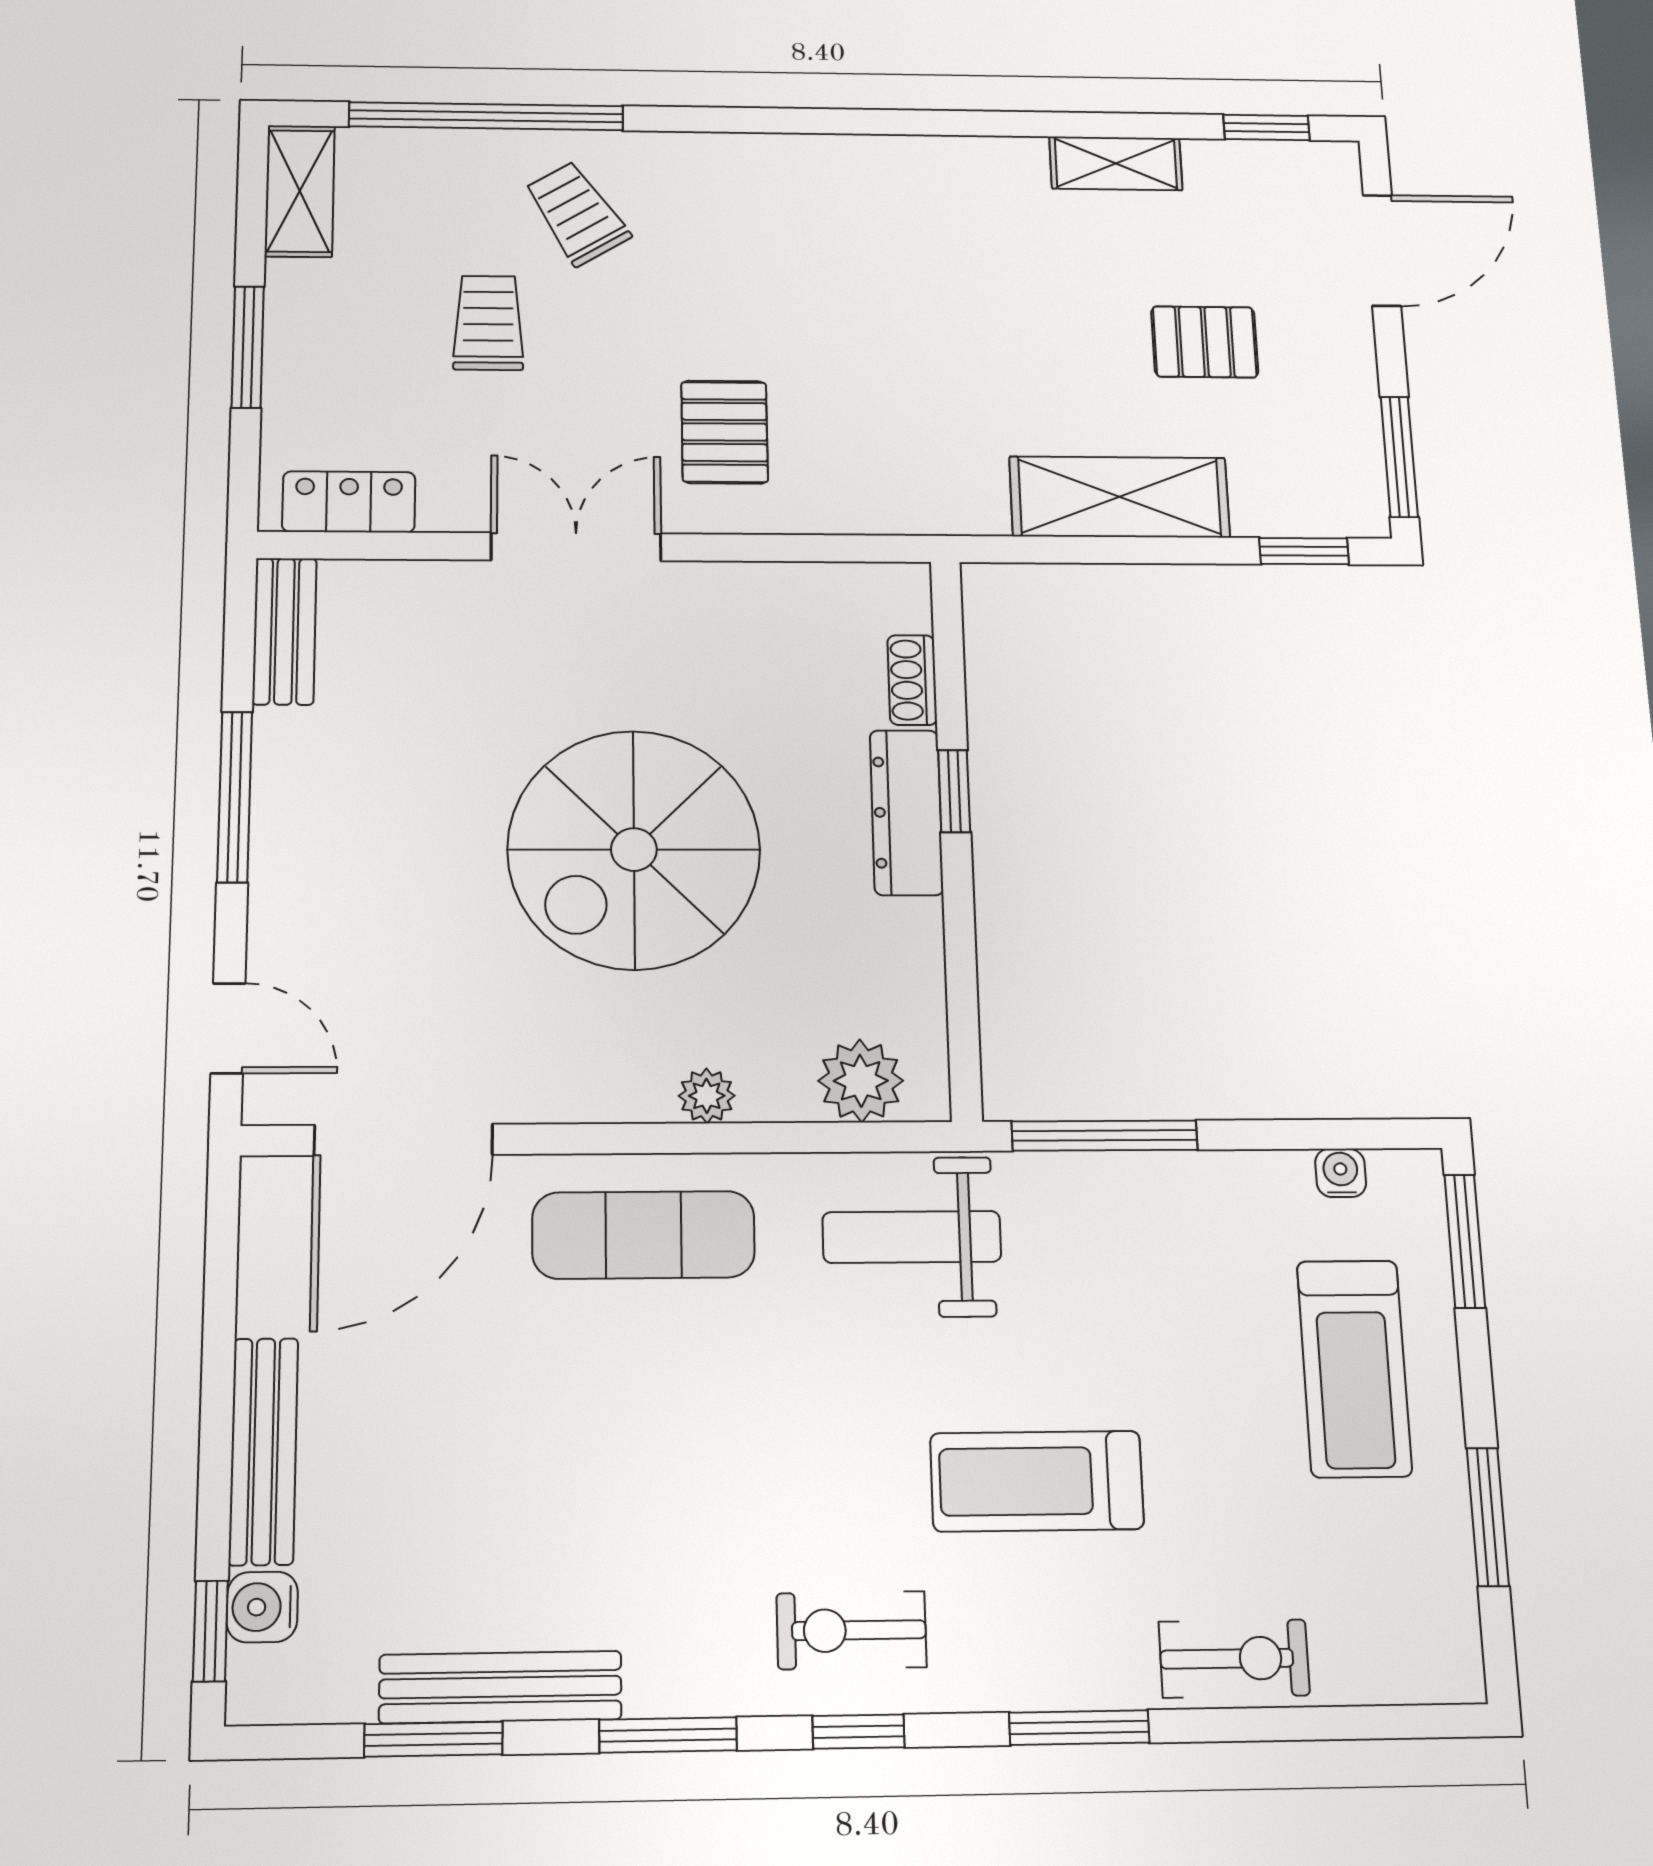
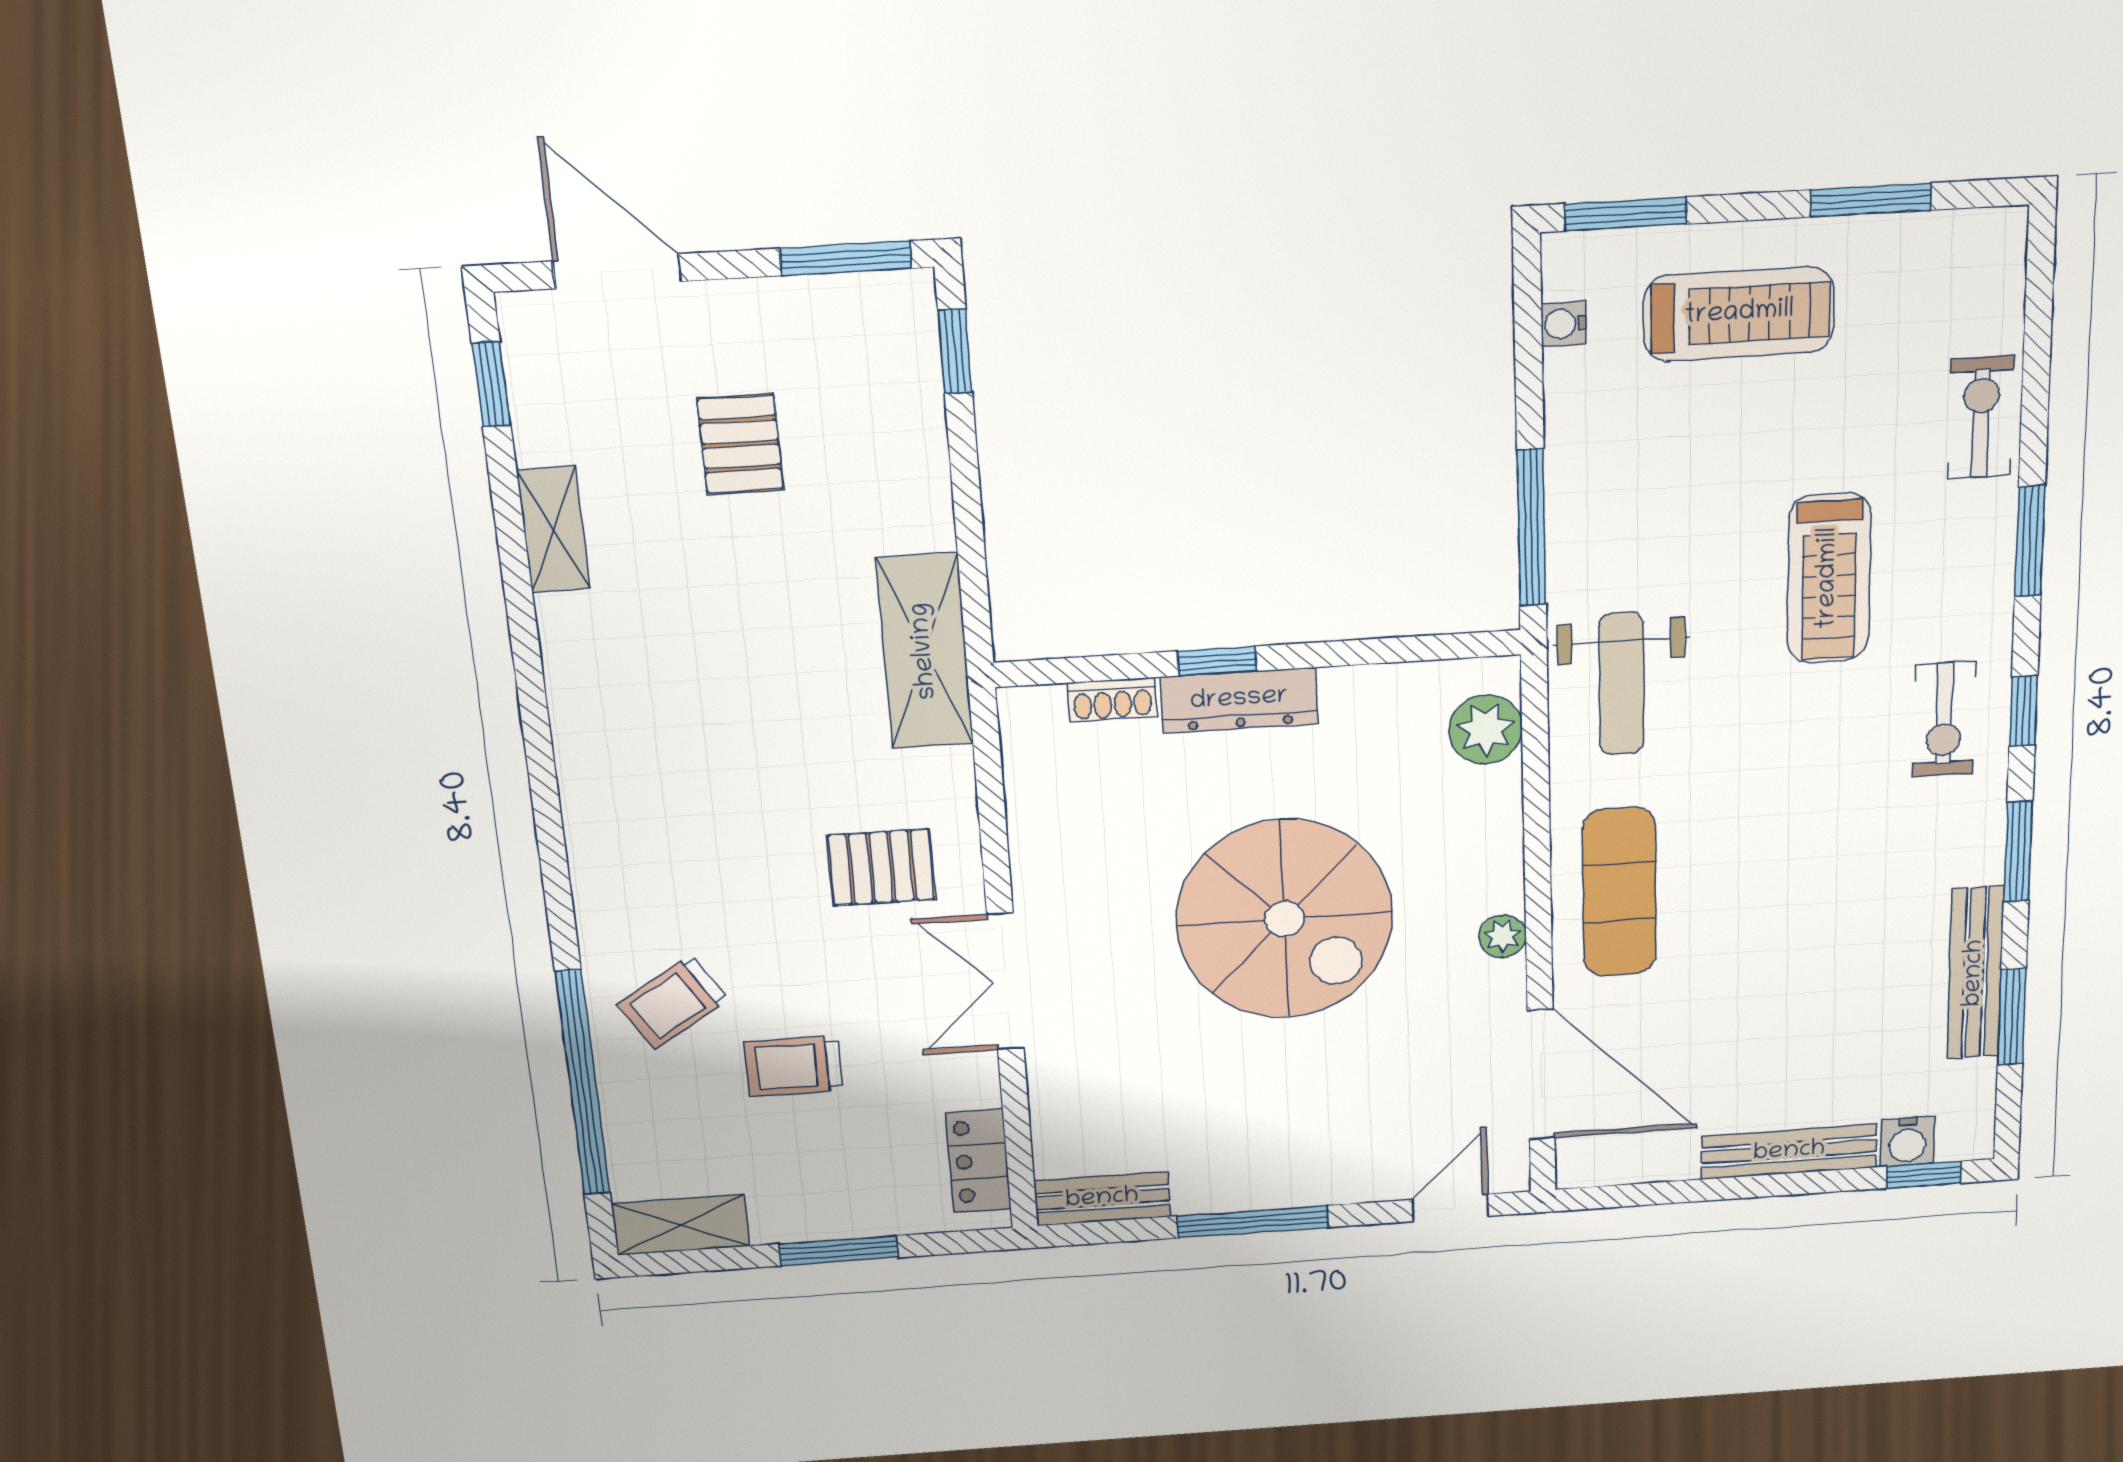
shelving: (1119, 497) -> (925, 651), moved
plant: (707, 1096) -> (1503, 936), moved

